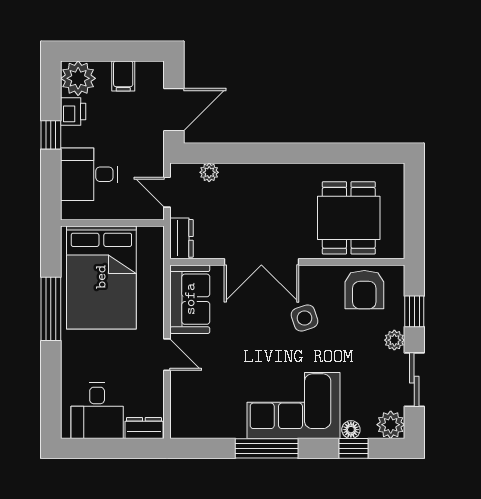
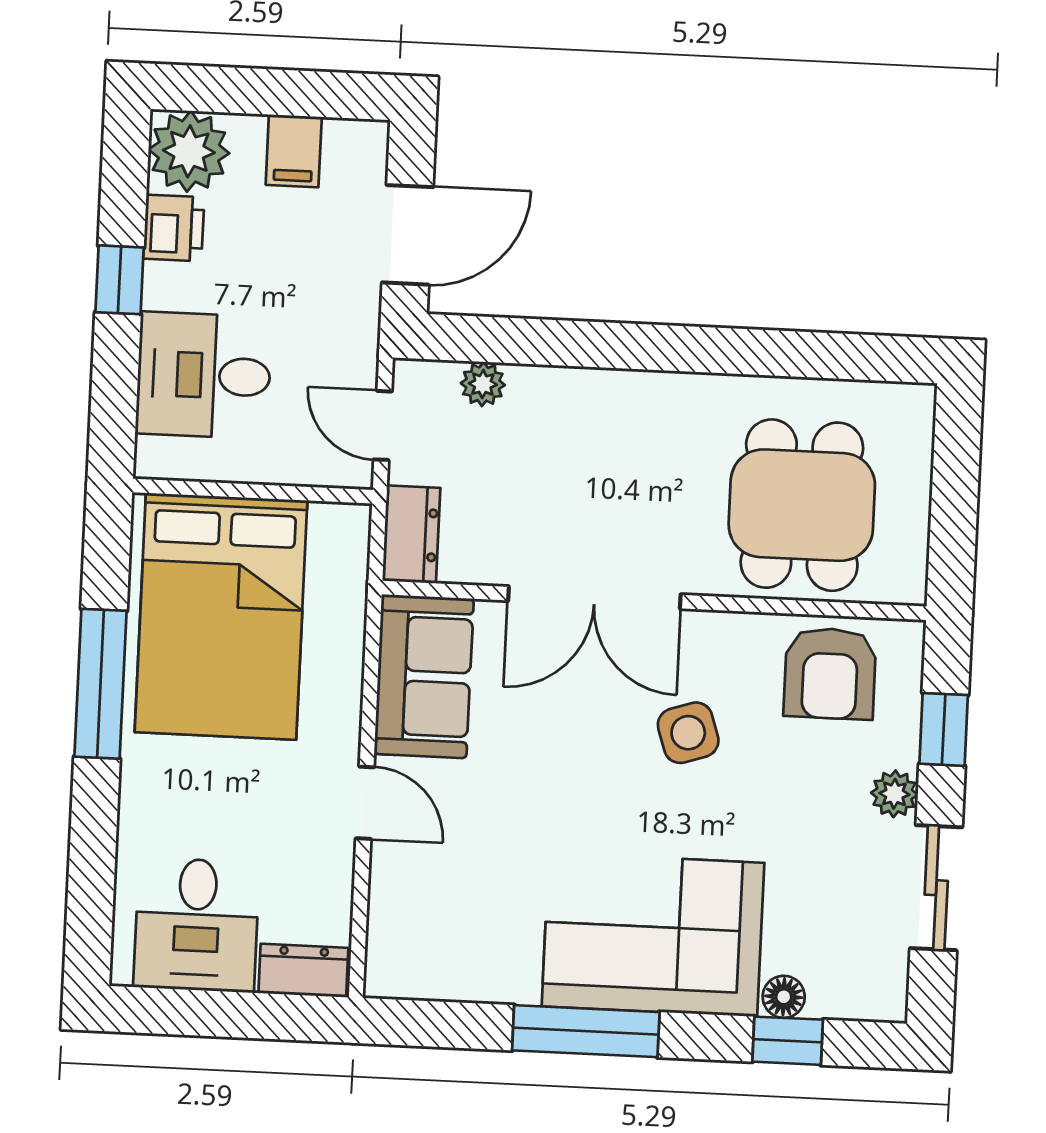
plant: (391, 425) -> (876, 990), removed

